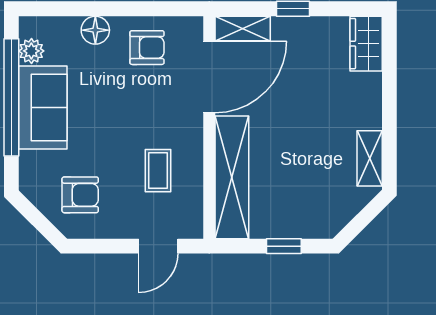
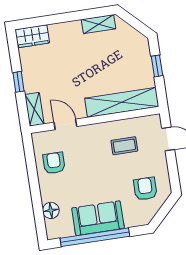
floor lamp: (95, 30) -> (51, 210), moved
plant: (31, 51) -> (66, 230), removed
door: (209, 77) -> (65, 124), width x0.53

